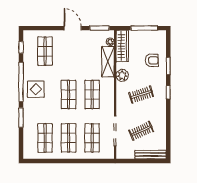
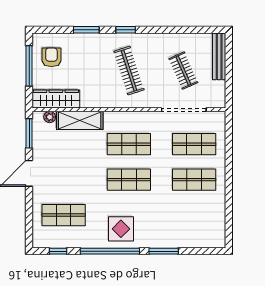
armchair: (152, 60) -> (51, 57), moved
plant: (122, 75) -> (100, 99), removed
clothes rail: (141, 95) -> (129, 71), width x1.36
shop shelf: (45, 138) -> (194, 215), removed

